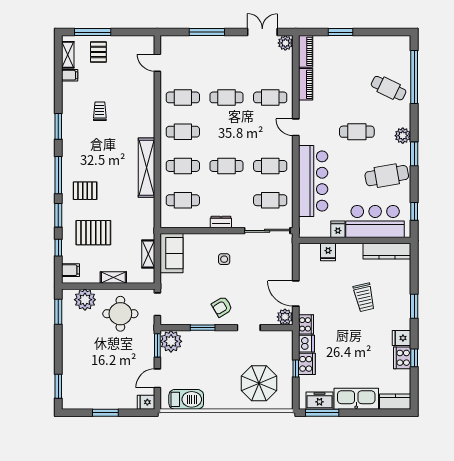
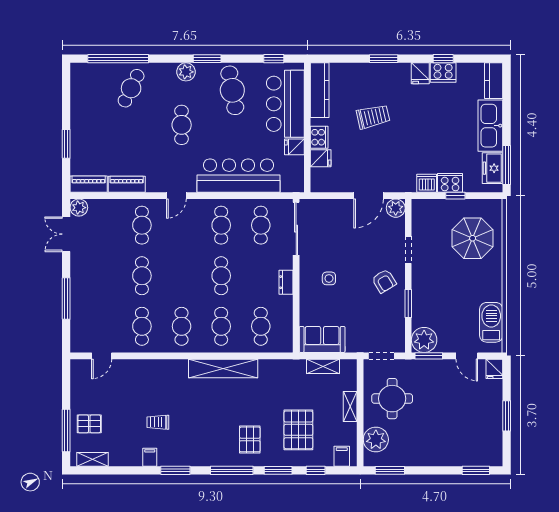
filing cabinet: (70, 75) -> (150, 457), moved
cooker: (306, 324) -> (319, 137), moved, turned 90

